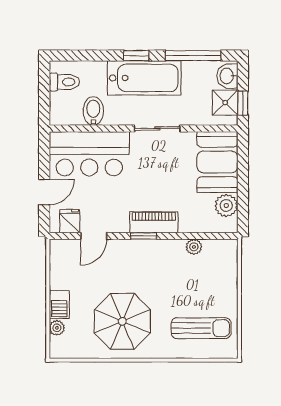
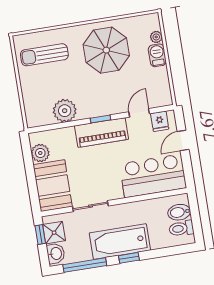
bidet: (93, 111) -> (179, 212), moved, turned 90
sliding door: (157, 129) -> (90, 206), moved
piano: (154, 222) -> (102, 133), width x1.37, depth x1.33
plant: (194, 247) -> (65, 111), width x1.87, depth x1.87

